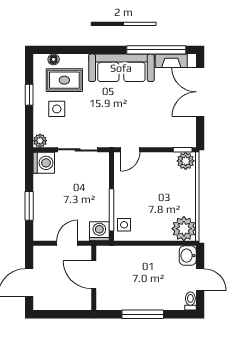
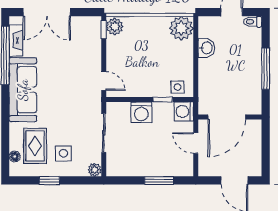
washing machine: (44, 163) -> (141, 112), moved, turned 180
window: (111, 210) -> (163, 99), width x0.46
washbasin: (188, 256) -> (206, 48), moved, turned -90
door: (94, 275) -> (227, 117), width x1.36

